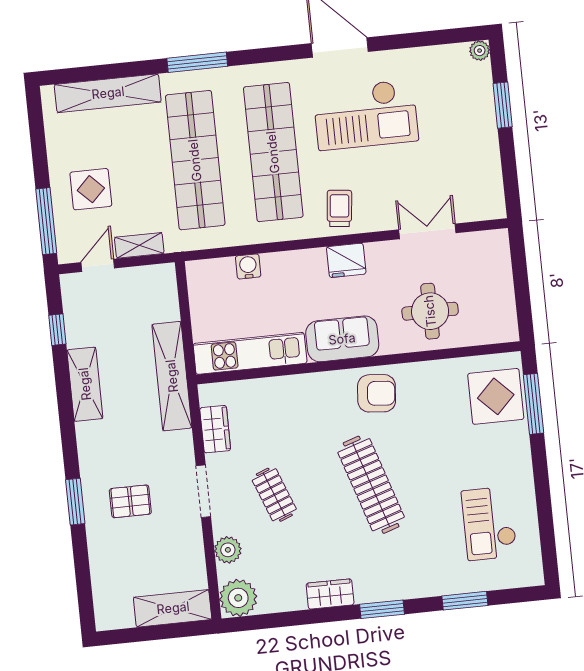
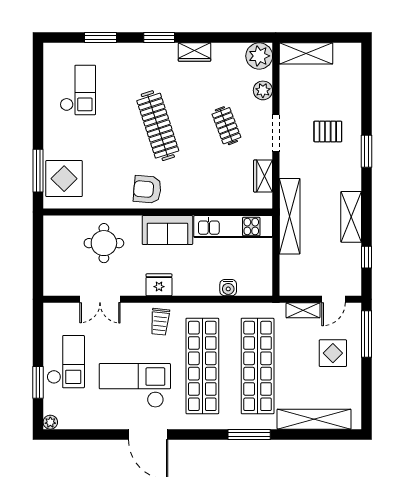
checkout: (467, 138) -> (66, 362), added
window: (75, 502) -> (366, 151), moved

